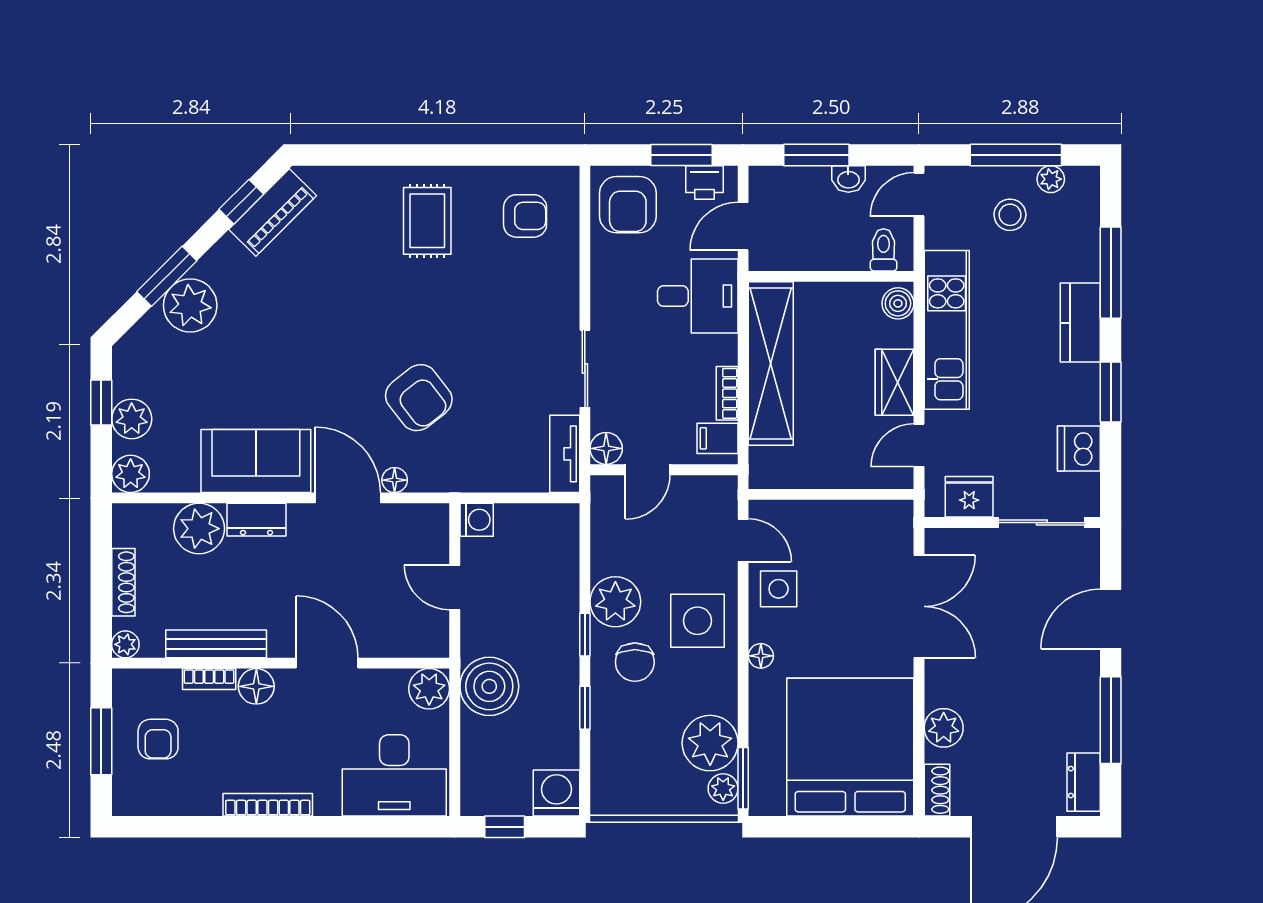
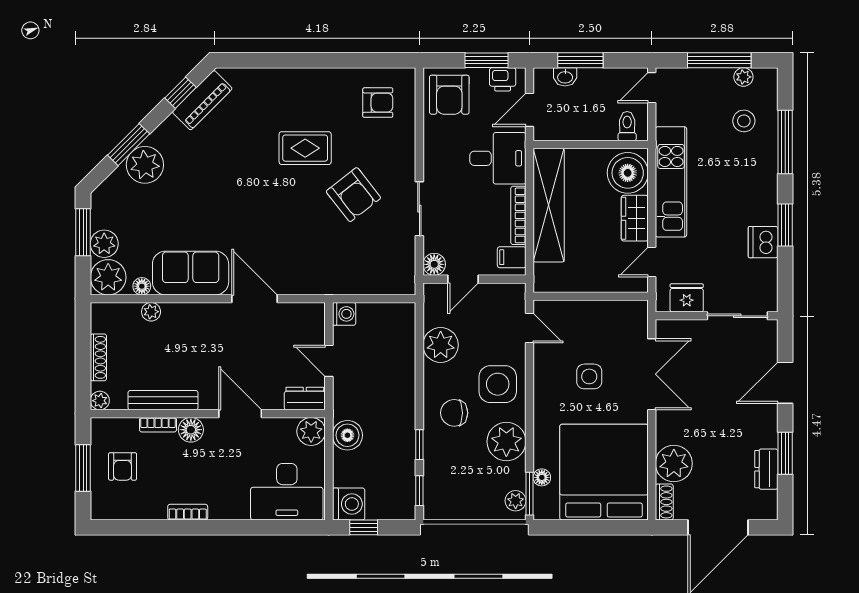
washbasin: (848, 179) -> (565, 77), moved
stool: (1010, 215) -> (744, 121), moved
rug: (427, 221) -> (305, 148), moved, turned 90
boiler: (898, 303) -> (628, 173), width x1.86, depth x1.86
kitchen counter: (1080, 323) -> (764, 177), removed
bookcase: (727, 393) -> (518, 215), width x1.56
armchair: (419, 398) -> (353, 195), moved
window: (101, 402) -> (83, 232), width x1.50
dishwasher: (1079, 449) -> (763, 242), moved
tv unit: (565, 454) -> (405, 268), removed
plant: (131, 474) -> (108, 277), width x1.36, depth x1.36
floor lamp: (395, 480) -> (142, 286), moved
dresser: (257, 520) -> (305, 398), moved, turned 180
plant: (199, 529) -> (151, 312), width x0.53, depth x0.53
side table: (779, 589) -> (589, 376), moved
plant: (615, 602) -> (441, 345), moved
window: (585, 635) -> (419, 491), moved
floor lamp: (761, 656) -> (542, 477), moved
chair: (635, 662) -> (454, 413), turned 90
boiler: (489, 686) -> (347, 435), width x0.73, depth x0.73
window: (1111, 720) -> (785, 453), width x0.69
plant: (944, 728) -> (674, 464), width x1.36, depth x1.36
plant: (710, 743) -> (506, 442), moved
dresser: (1084, 782) -> (766, 469), moved
washing machine: (556, 793) -> (349, 504), moved, turned 90
bookcase: (268, 805) -> (188, 512), width x0.64

